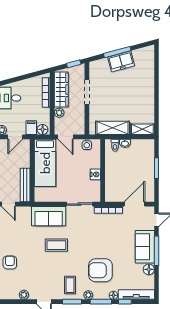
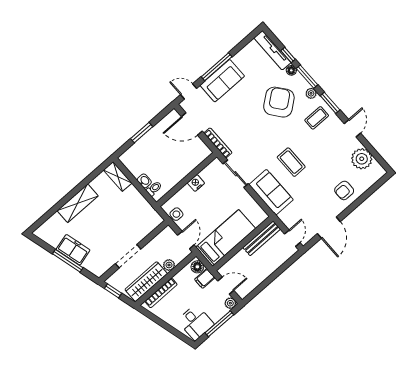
shelving: (112, 128) -> (78, 203), moved, turned 90
floor lamp: (149, 269) -> (240, 59), removed
armchair: (100, 270) -> (279, 102), turned -128
plant: (24, 295) -> (362, 159), width x1.88, depth x1.88

